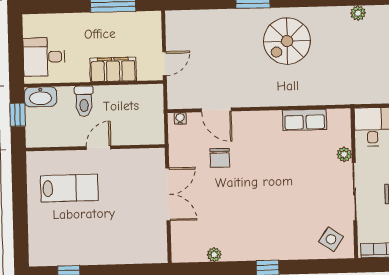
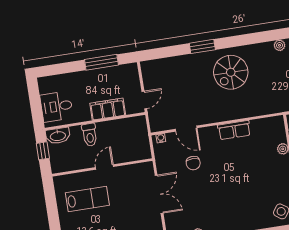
row of seats: (305, 120) -> (234, 130), moved

